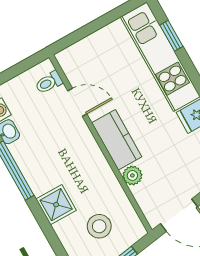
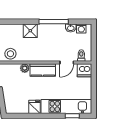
dishwasher: (73, 61) -> (84, 70), added
stool: (99, 226) -> (10, 54), moved

